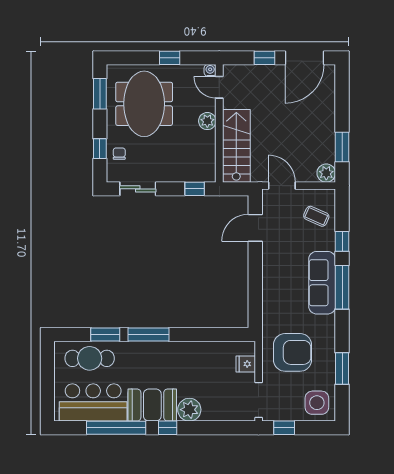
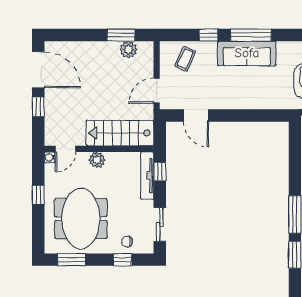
meeting table: (144, 104) -> (81, 219), turned 90
plant: (326, 173) -> (128, 50), moved
tv unit: (190, 175) -> (147, 176), added

